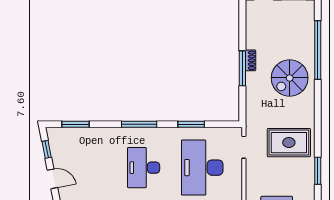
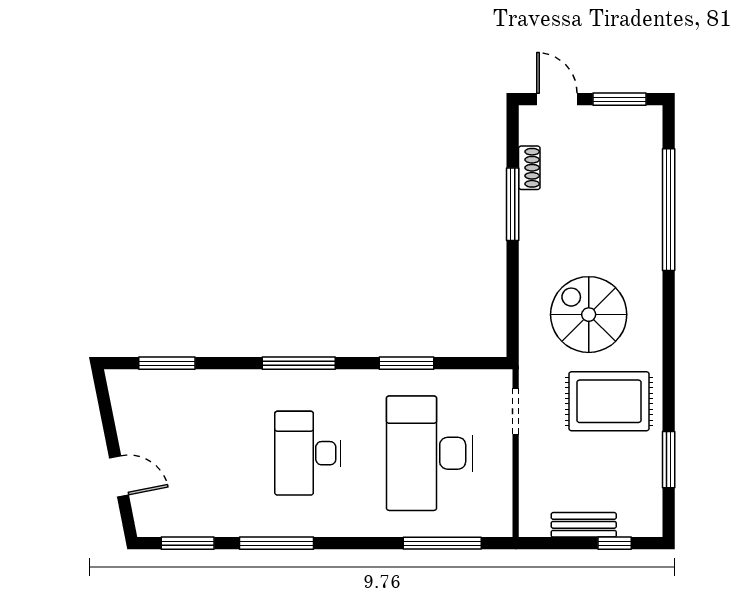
shoe rack: (250, 60) -> (529, 168), moved
window: (242, 68) -> (513, 204), moved
spiral stairs: (290, 78) -> (589, 315), moved, turned 90
window: (47, 149) -> (107, 415), removed

